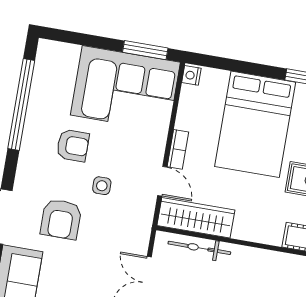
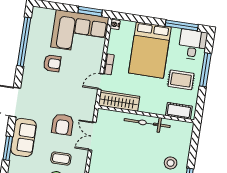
door: (162, 181) -> (101, 82), swing flipped
side table: (102, 186) -> (68, 85), removed
armchair: (61, 219) -> (63, 124), moved
bicycle: (199, 248) -> (147, 123), moved, width x1.37, depth x1.40

